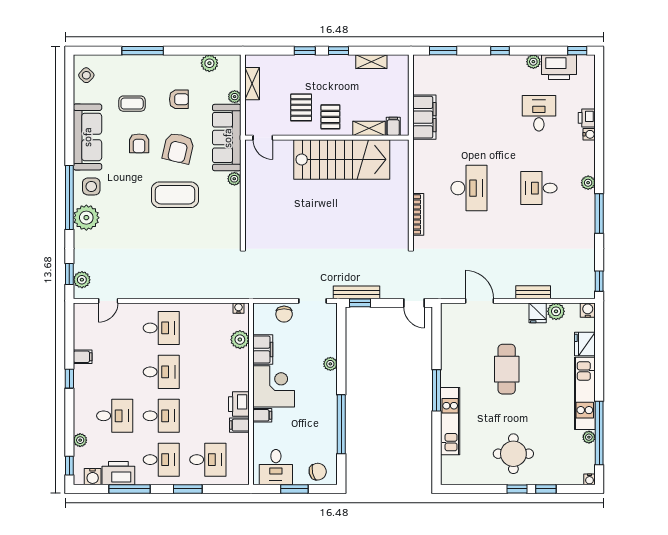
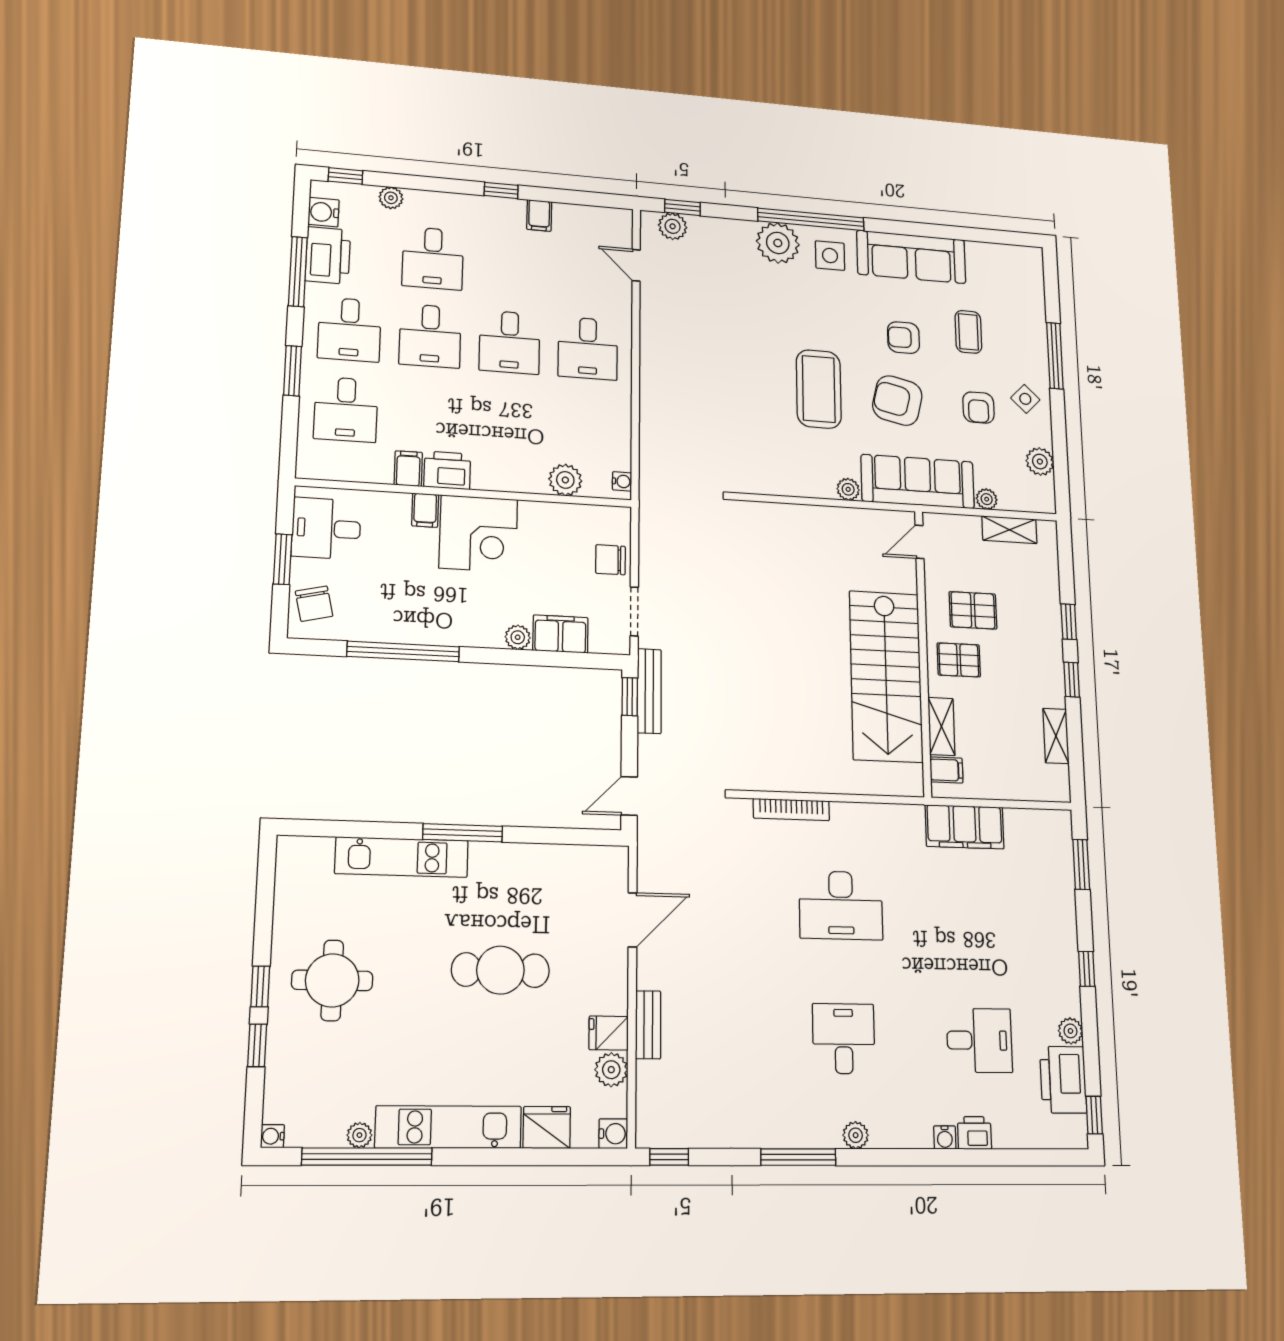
side table: (86, 75) -> (1025, 399), moved
filing cabinet: (263, 349) -> (560, 634), moved, turned 180

